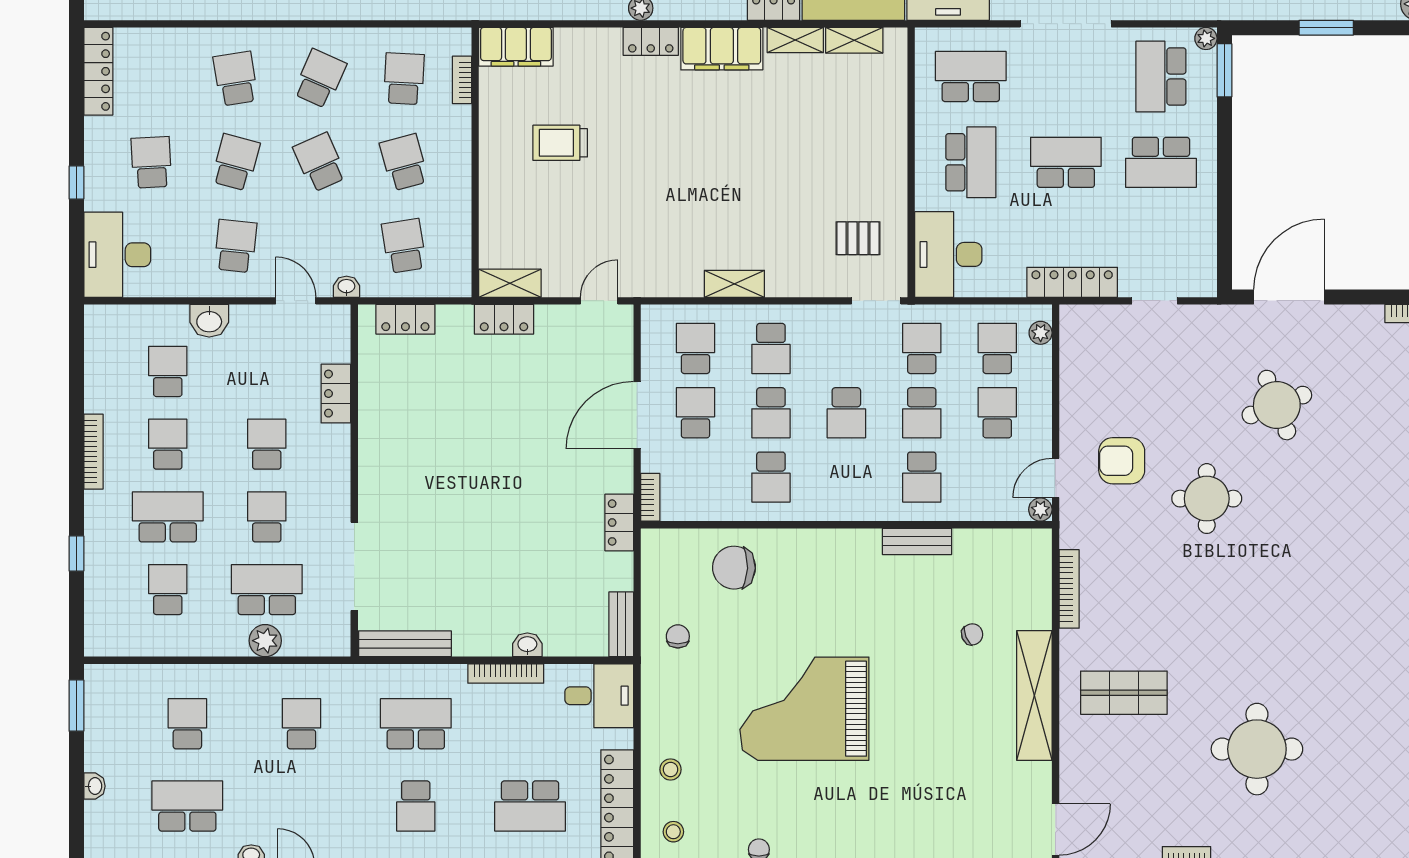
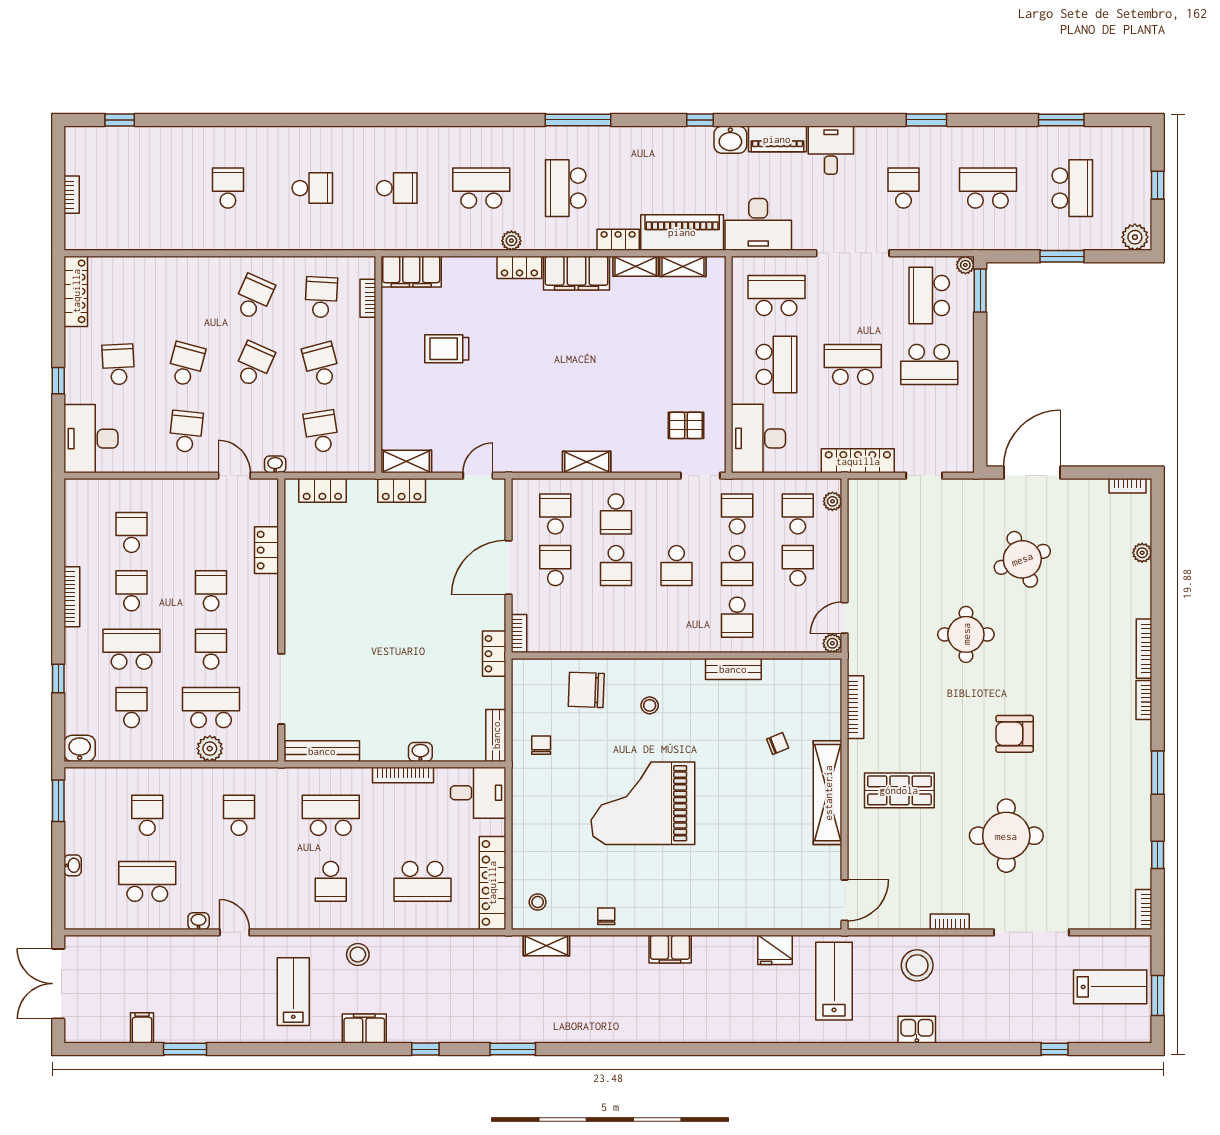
school desk: (236, 79) -> (186, 297), removed
school desk: (320, 162) -> (254, 364), turned 48
washbasin: (209, 321) -> (80, 748), moved, turned 180
armchair: (1122, 461) -> (1015, 734), moved
school desk: (771, 477) -> (616, 617), removed
stool: (671, 769) -> (650, 705), moved

